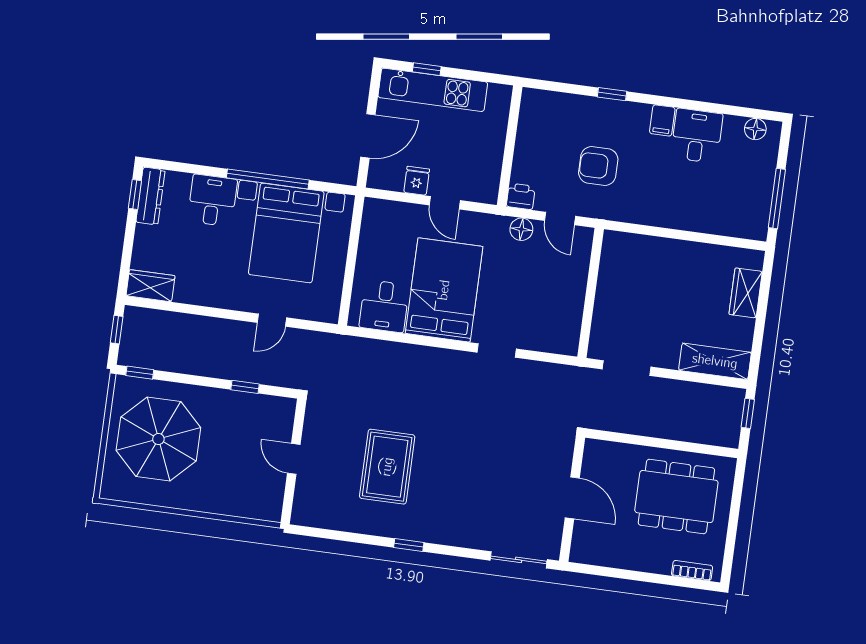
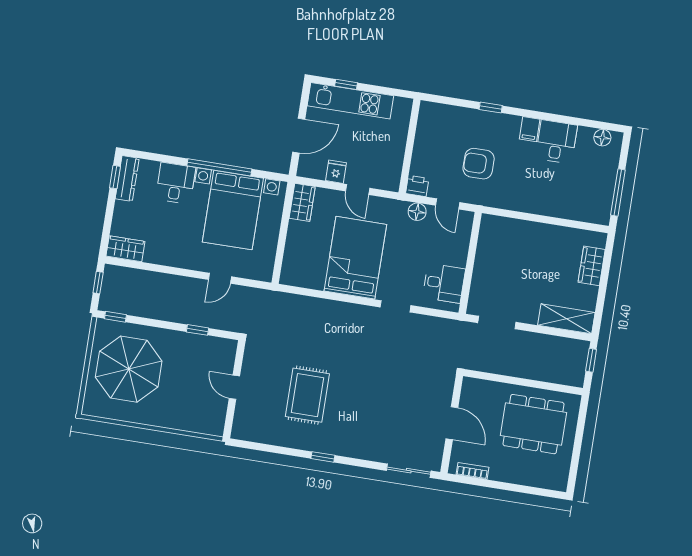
wardrobe: (374, 221) -> (302, 202), added
desk: (384, 306) -> (444, 283), moved, turned -90
bookcase: (692, 571) -> (472, 471), moved

